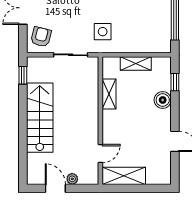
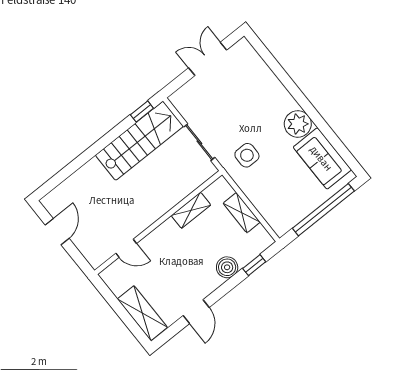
armchair: (41, 37) -> (194, 99), removed
stairs: (40, 118) -> (139, 141), moved
shelving: (124, 176) -> (142, 313), moved
plant: (72, 179) -> (80, 241), removed

